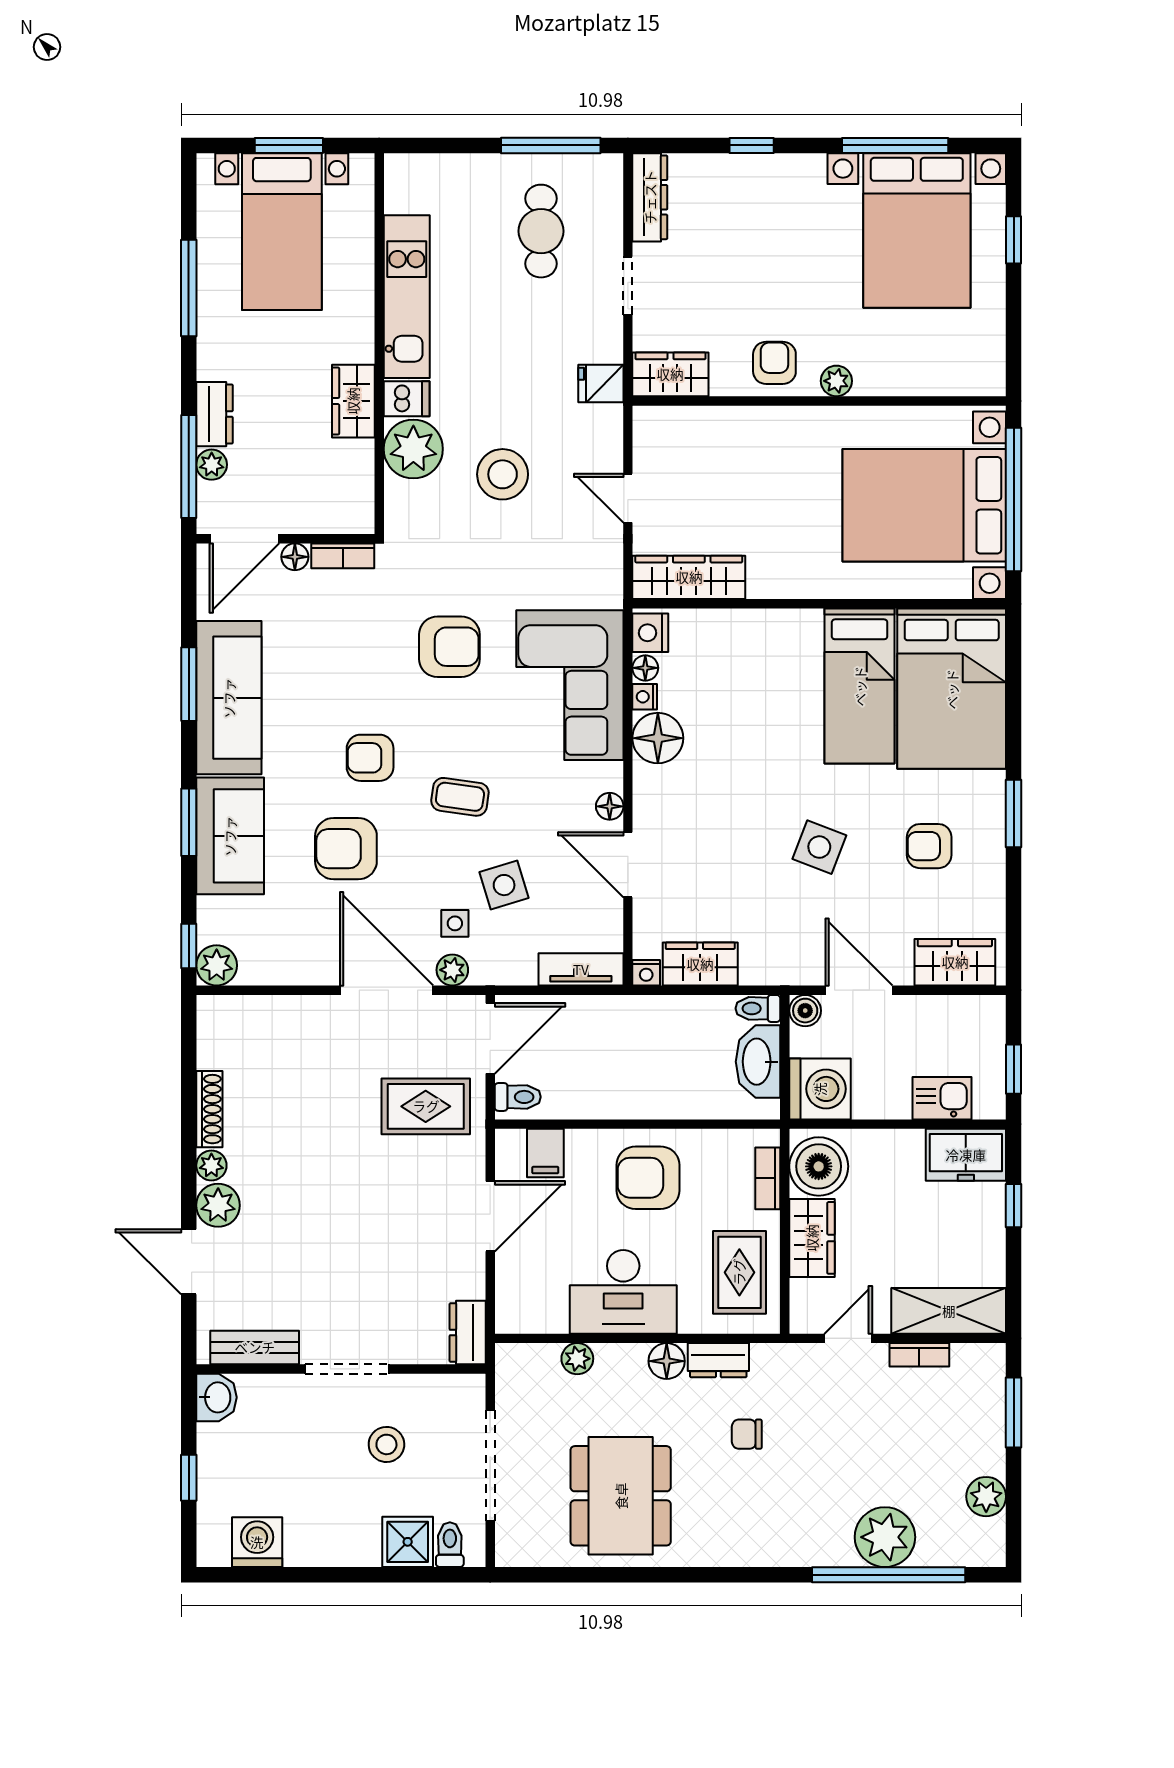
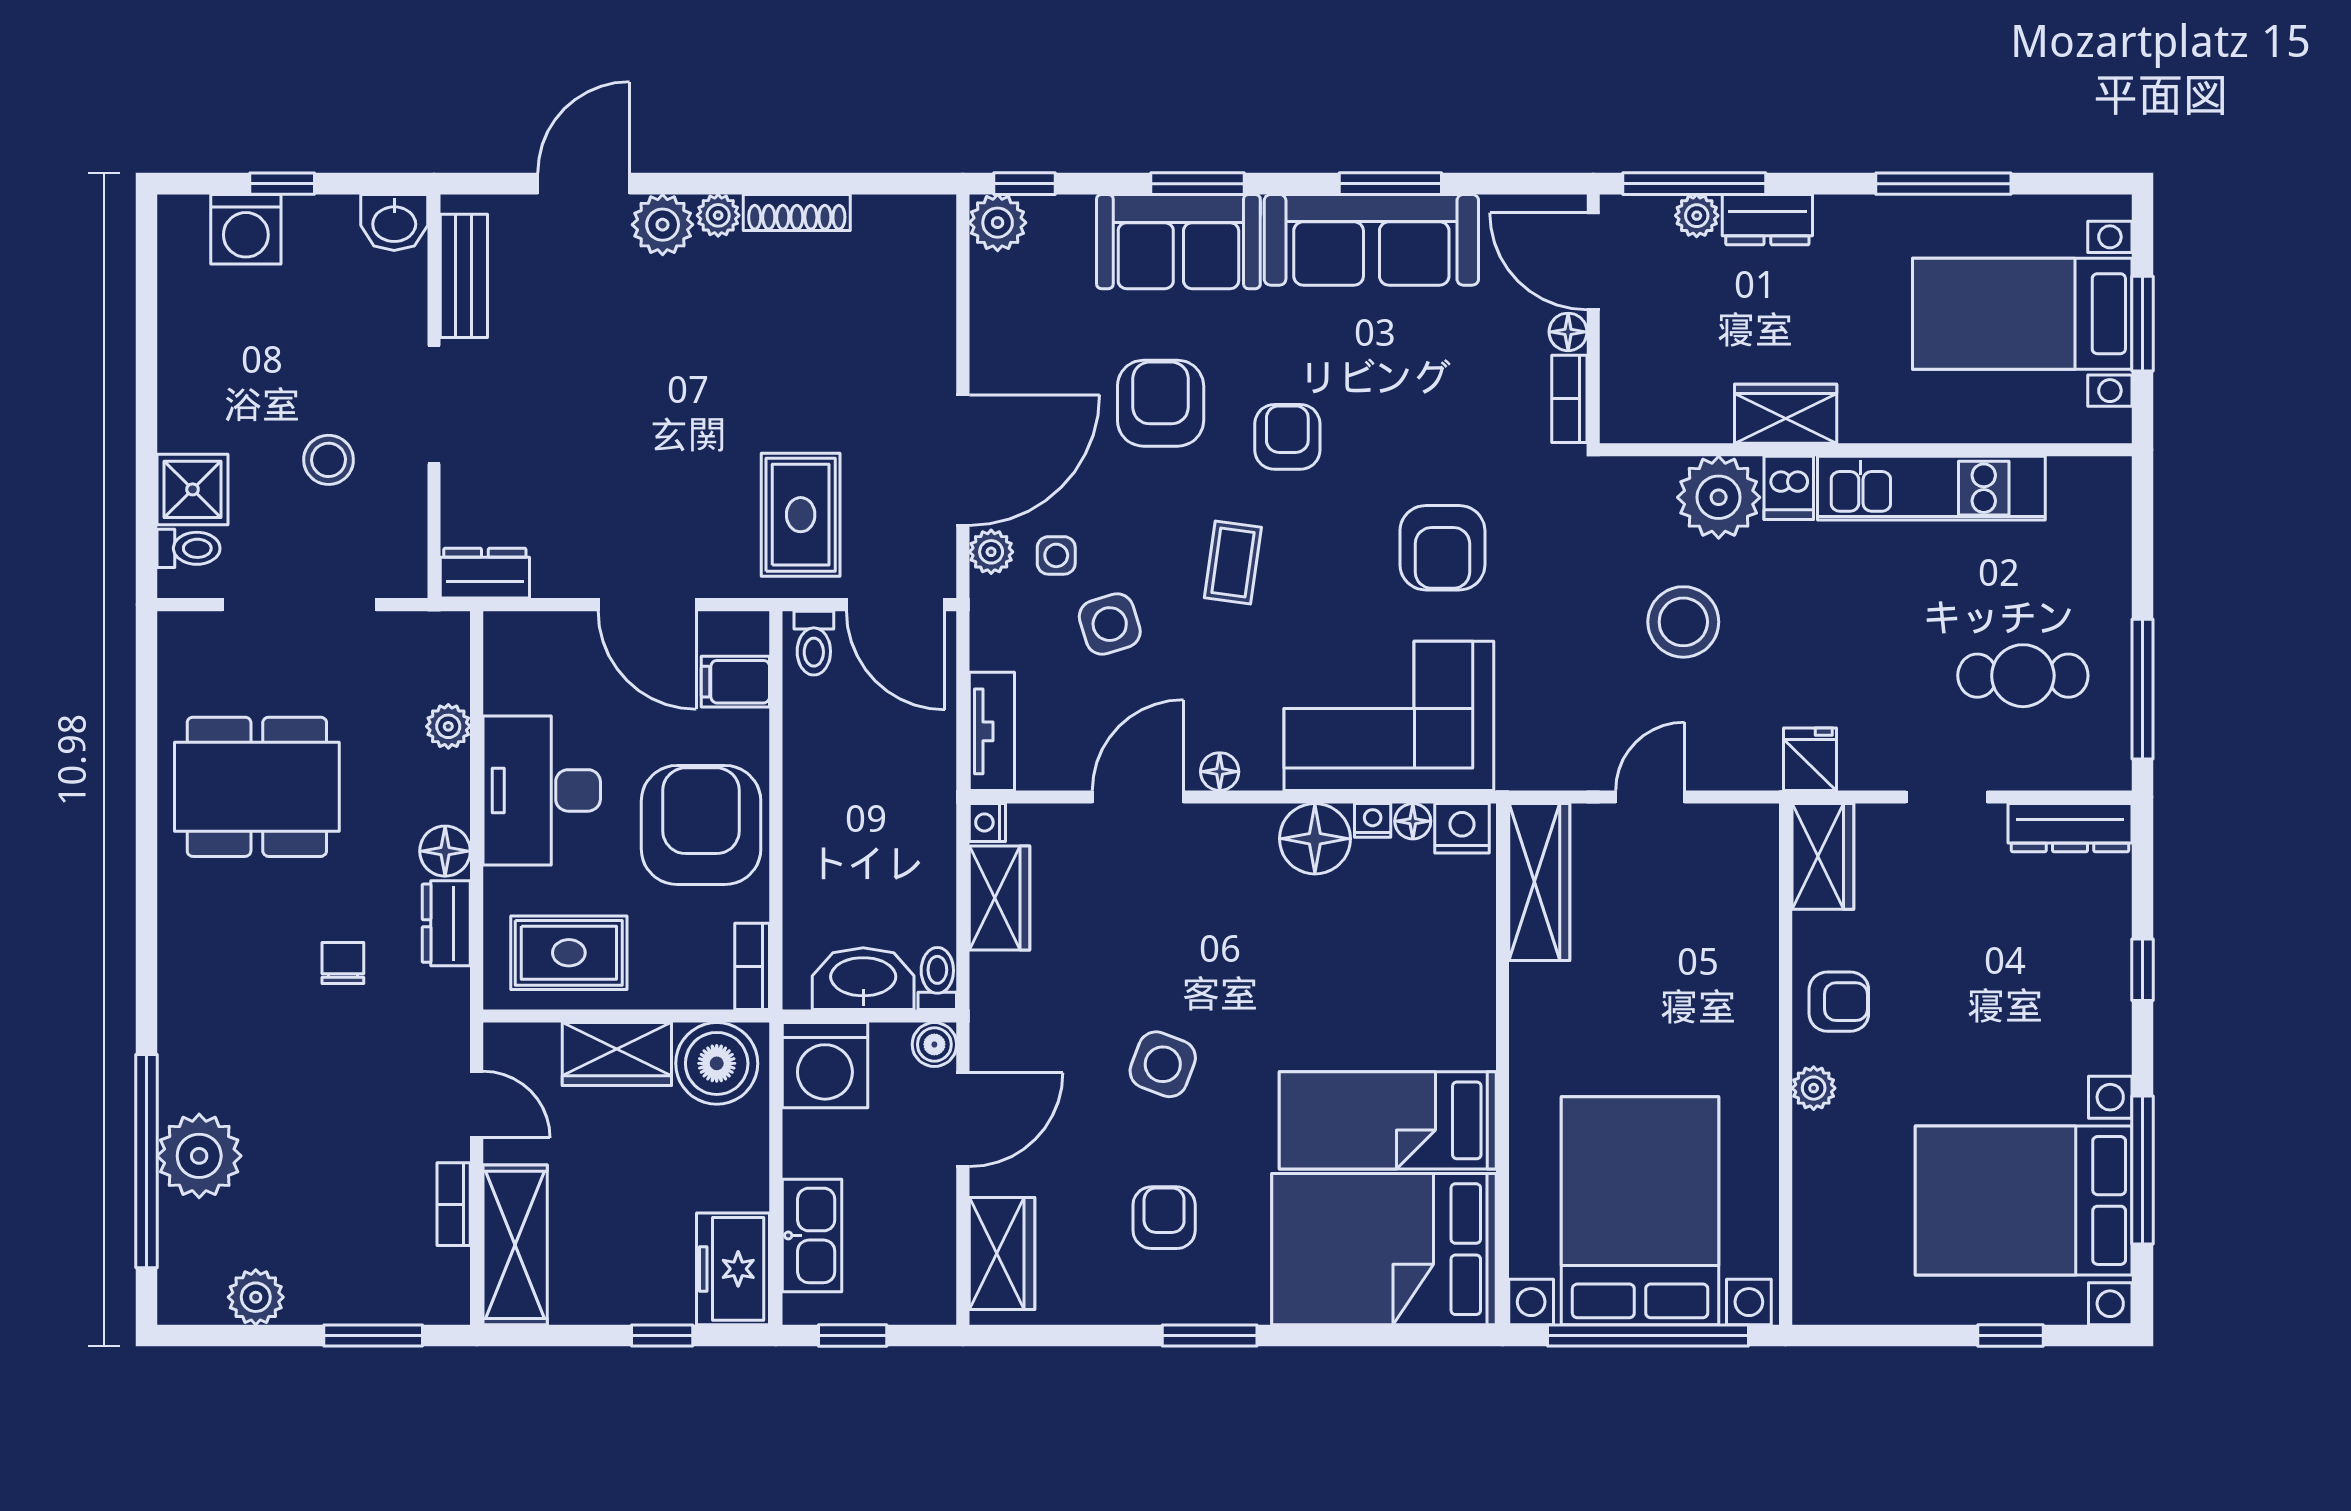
kitchen sink: (942, 1098) -> (812, 1235), width x1.38
armchair: (648, 1178) -> (701, 825), width x1.36, depth x1.36
bookcase: (768, 1178) -> (752, 966), moved, turned -90
washing machine: (257, 1542) -> (246, 229), moved, turned 90

